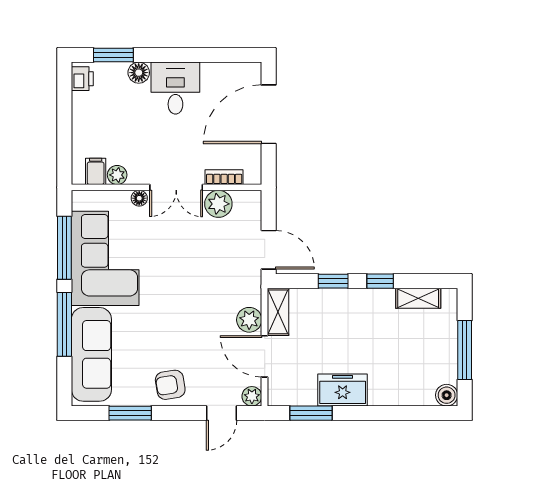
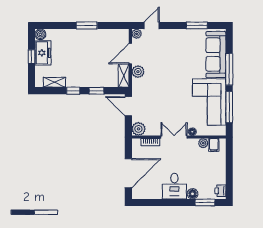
plant: (218, 204) -> (138, 129), moved
window: (465, 350) -> (32, 57), width x0.46
door: (265, 356) -> (130, 54), swing flipped
armchair: (170, 385) -> (177, 39), removed
freezer: (343, 390) -> (43, 53), moved, turned -90
window: (311, 413) -> (87, 25), moved

